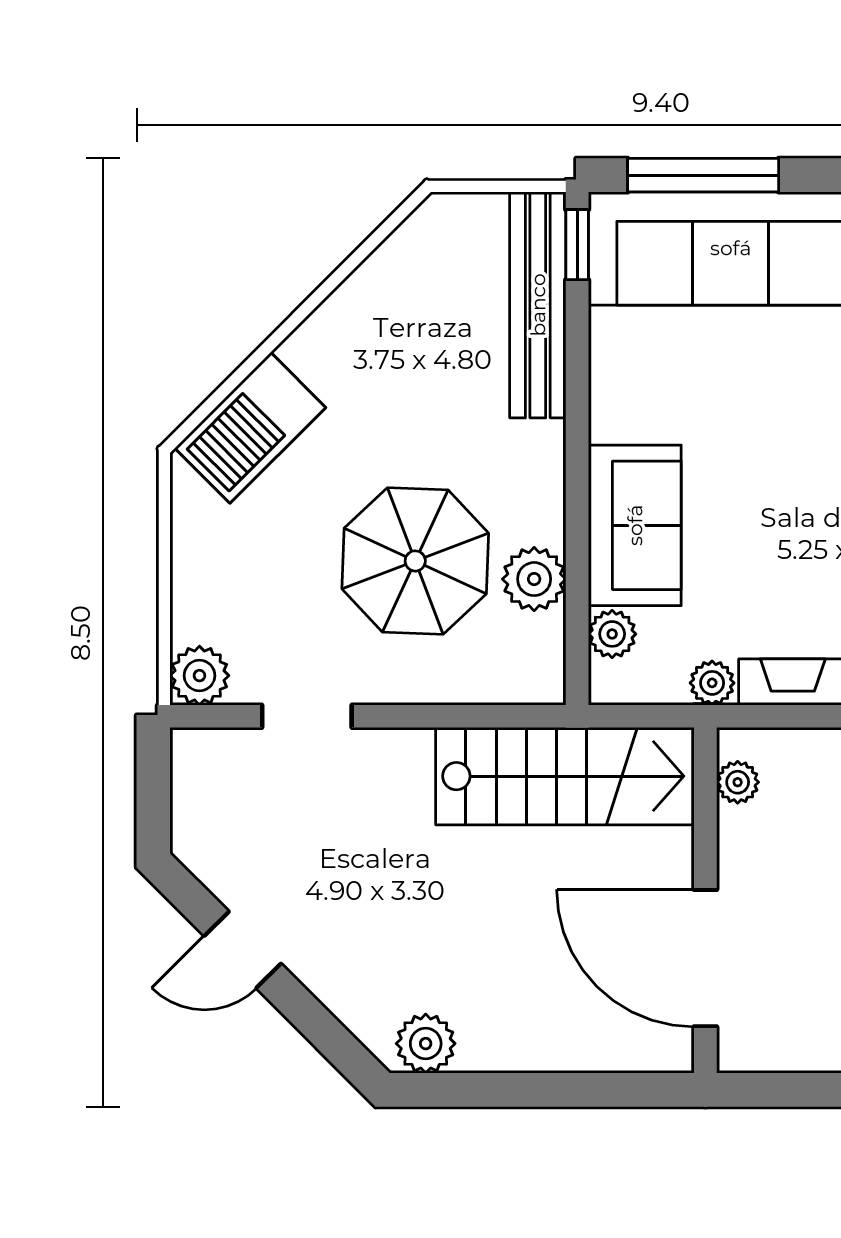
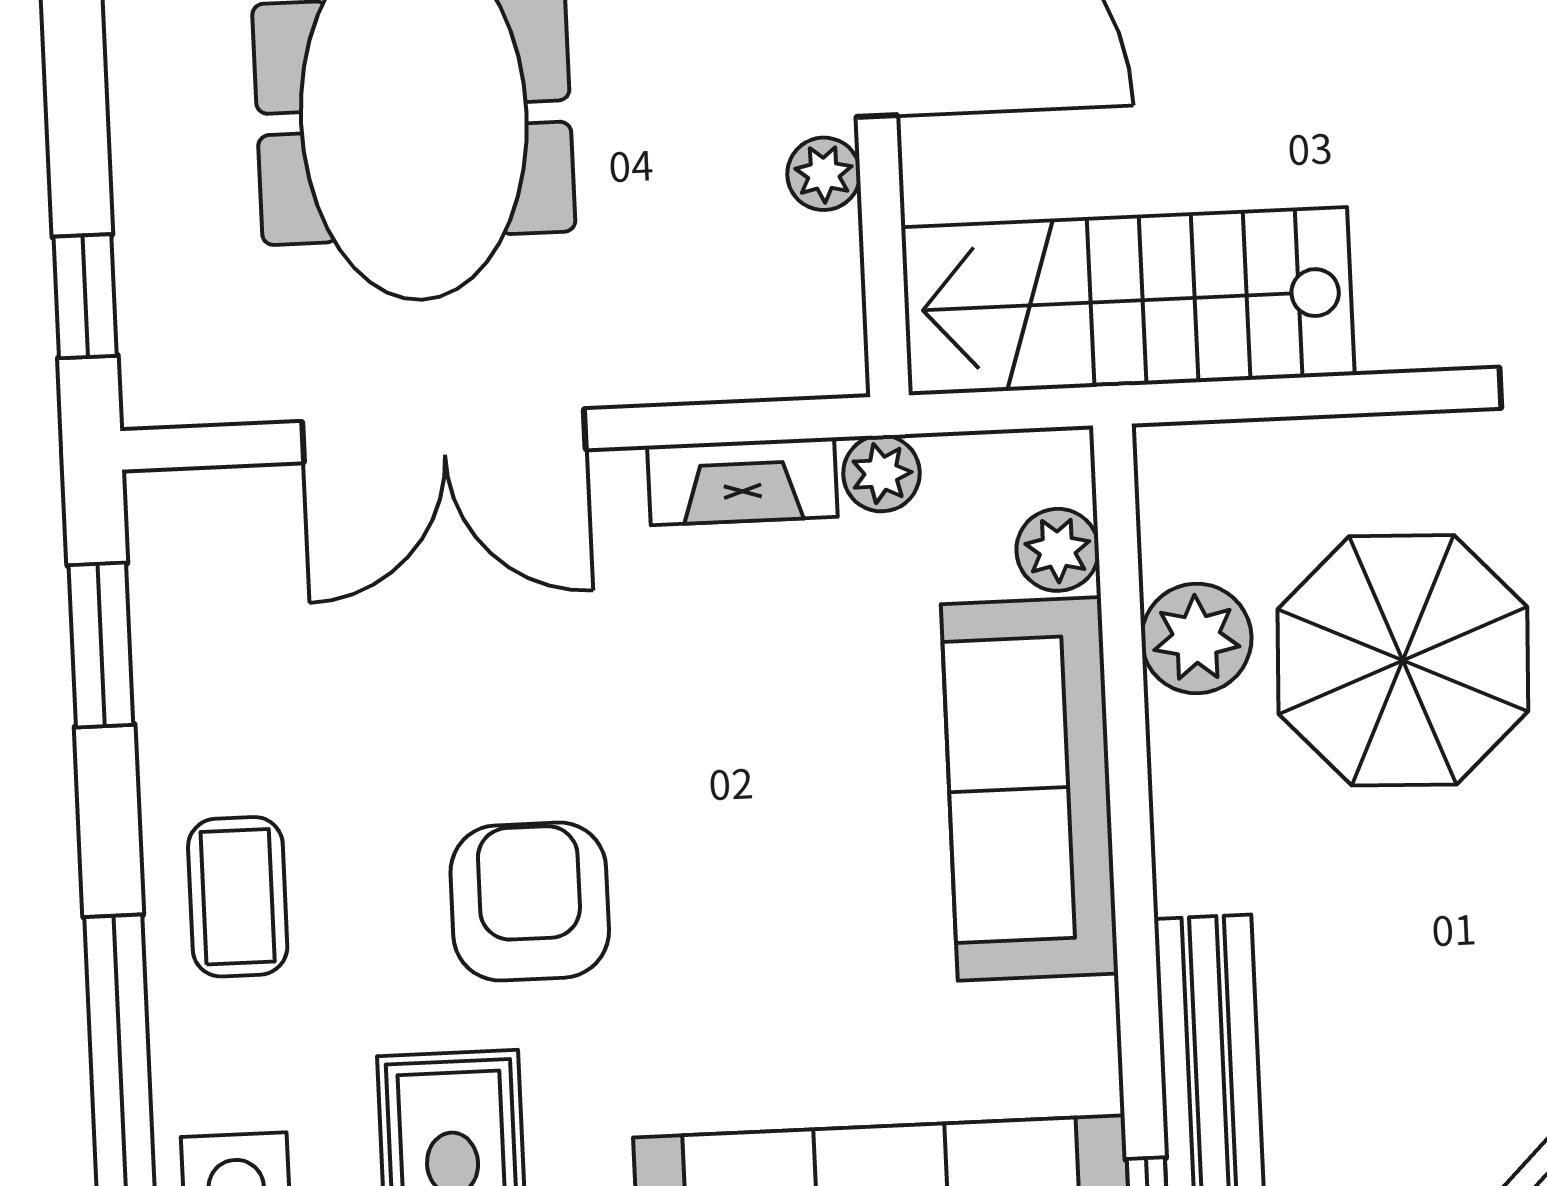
sofa: (635, 525) -> (1029, 789), width x1.36
plant: (738, 782) -> (824, 174), moved

